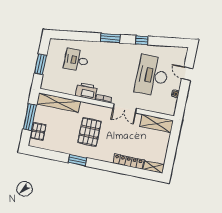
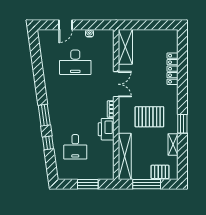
window: (142, 40) -> (48, 143), moved
desk: (152, 76) -> (75, 62), width x0.73, depth x0.77
shelving: (153, 167) -> (173, 145), moved

